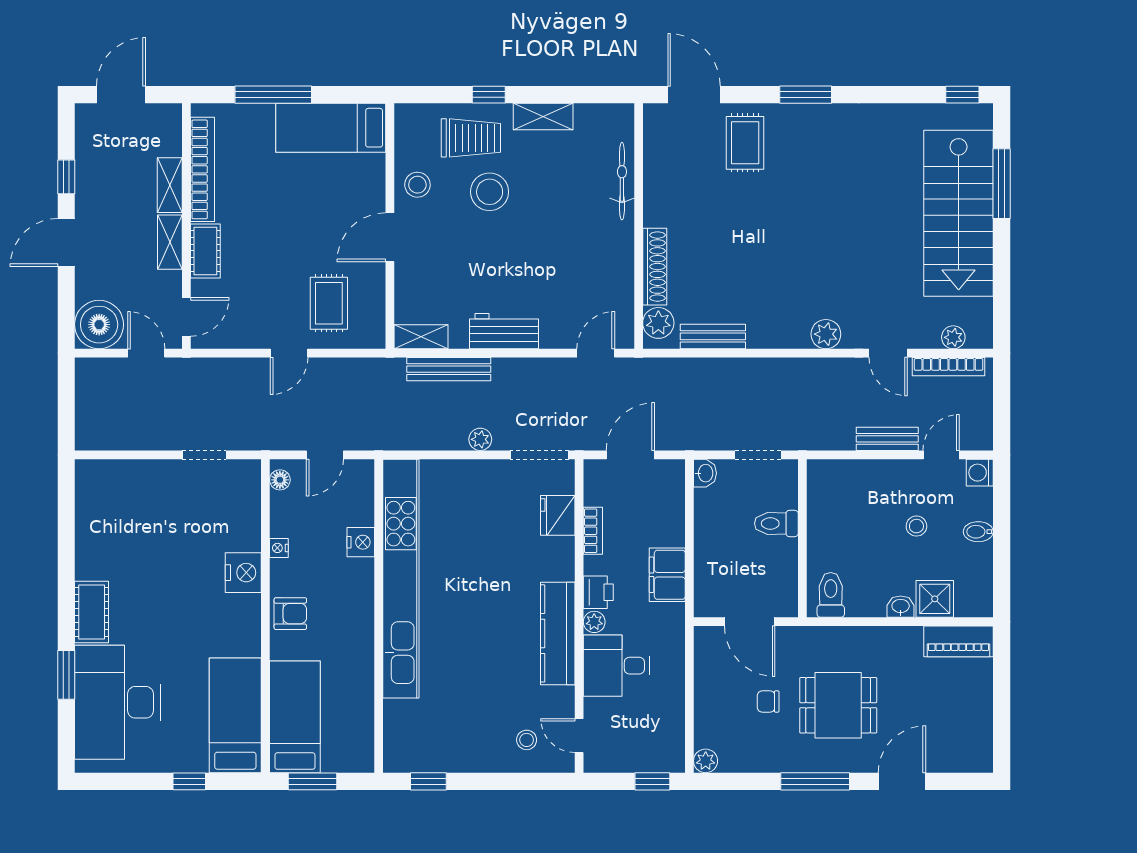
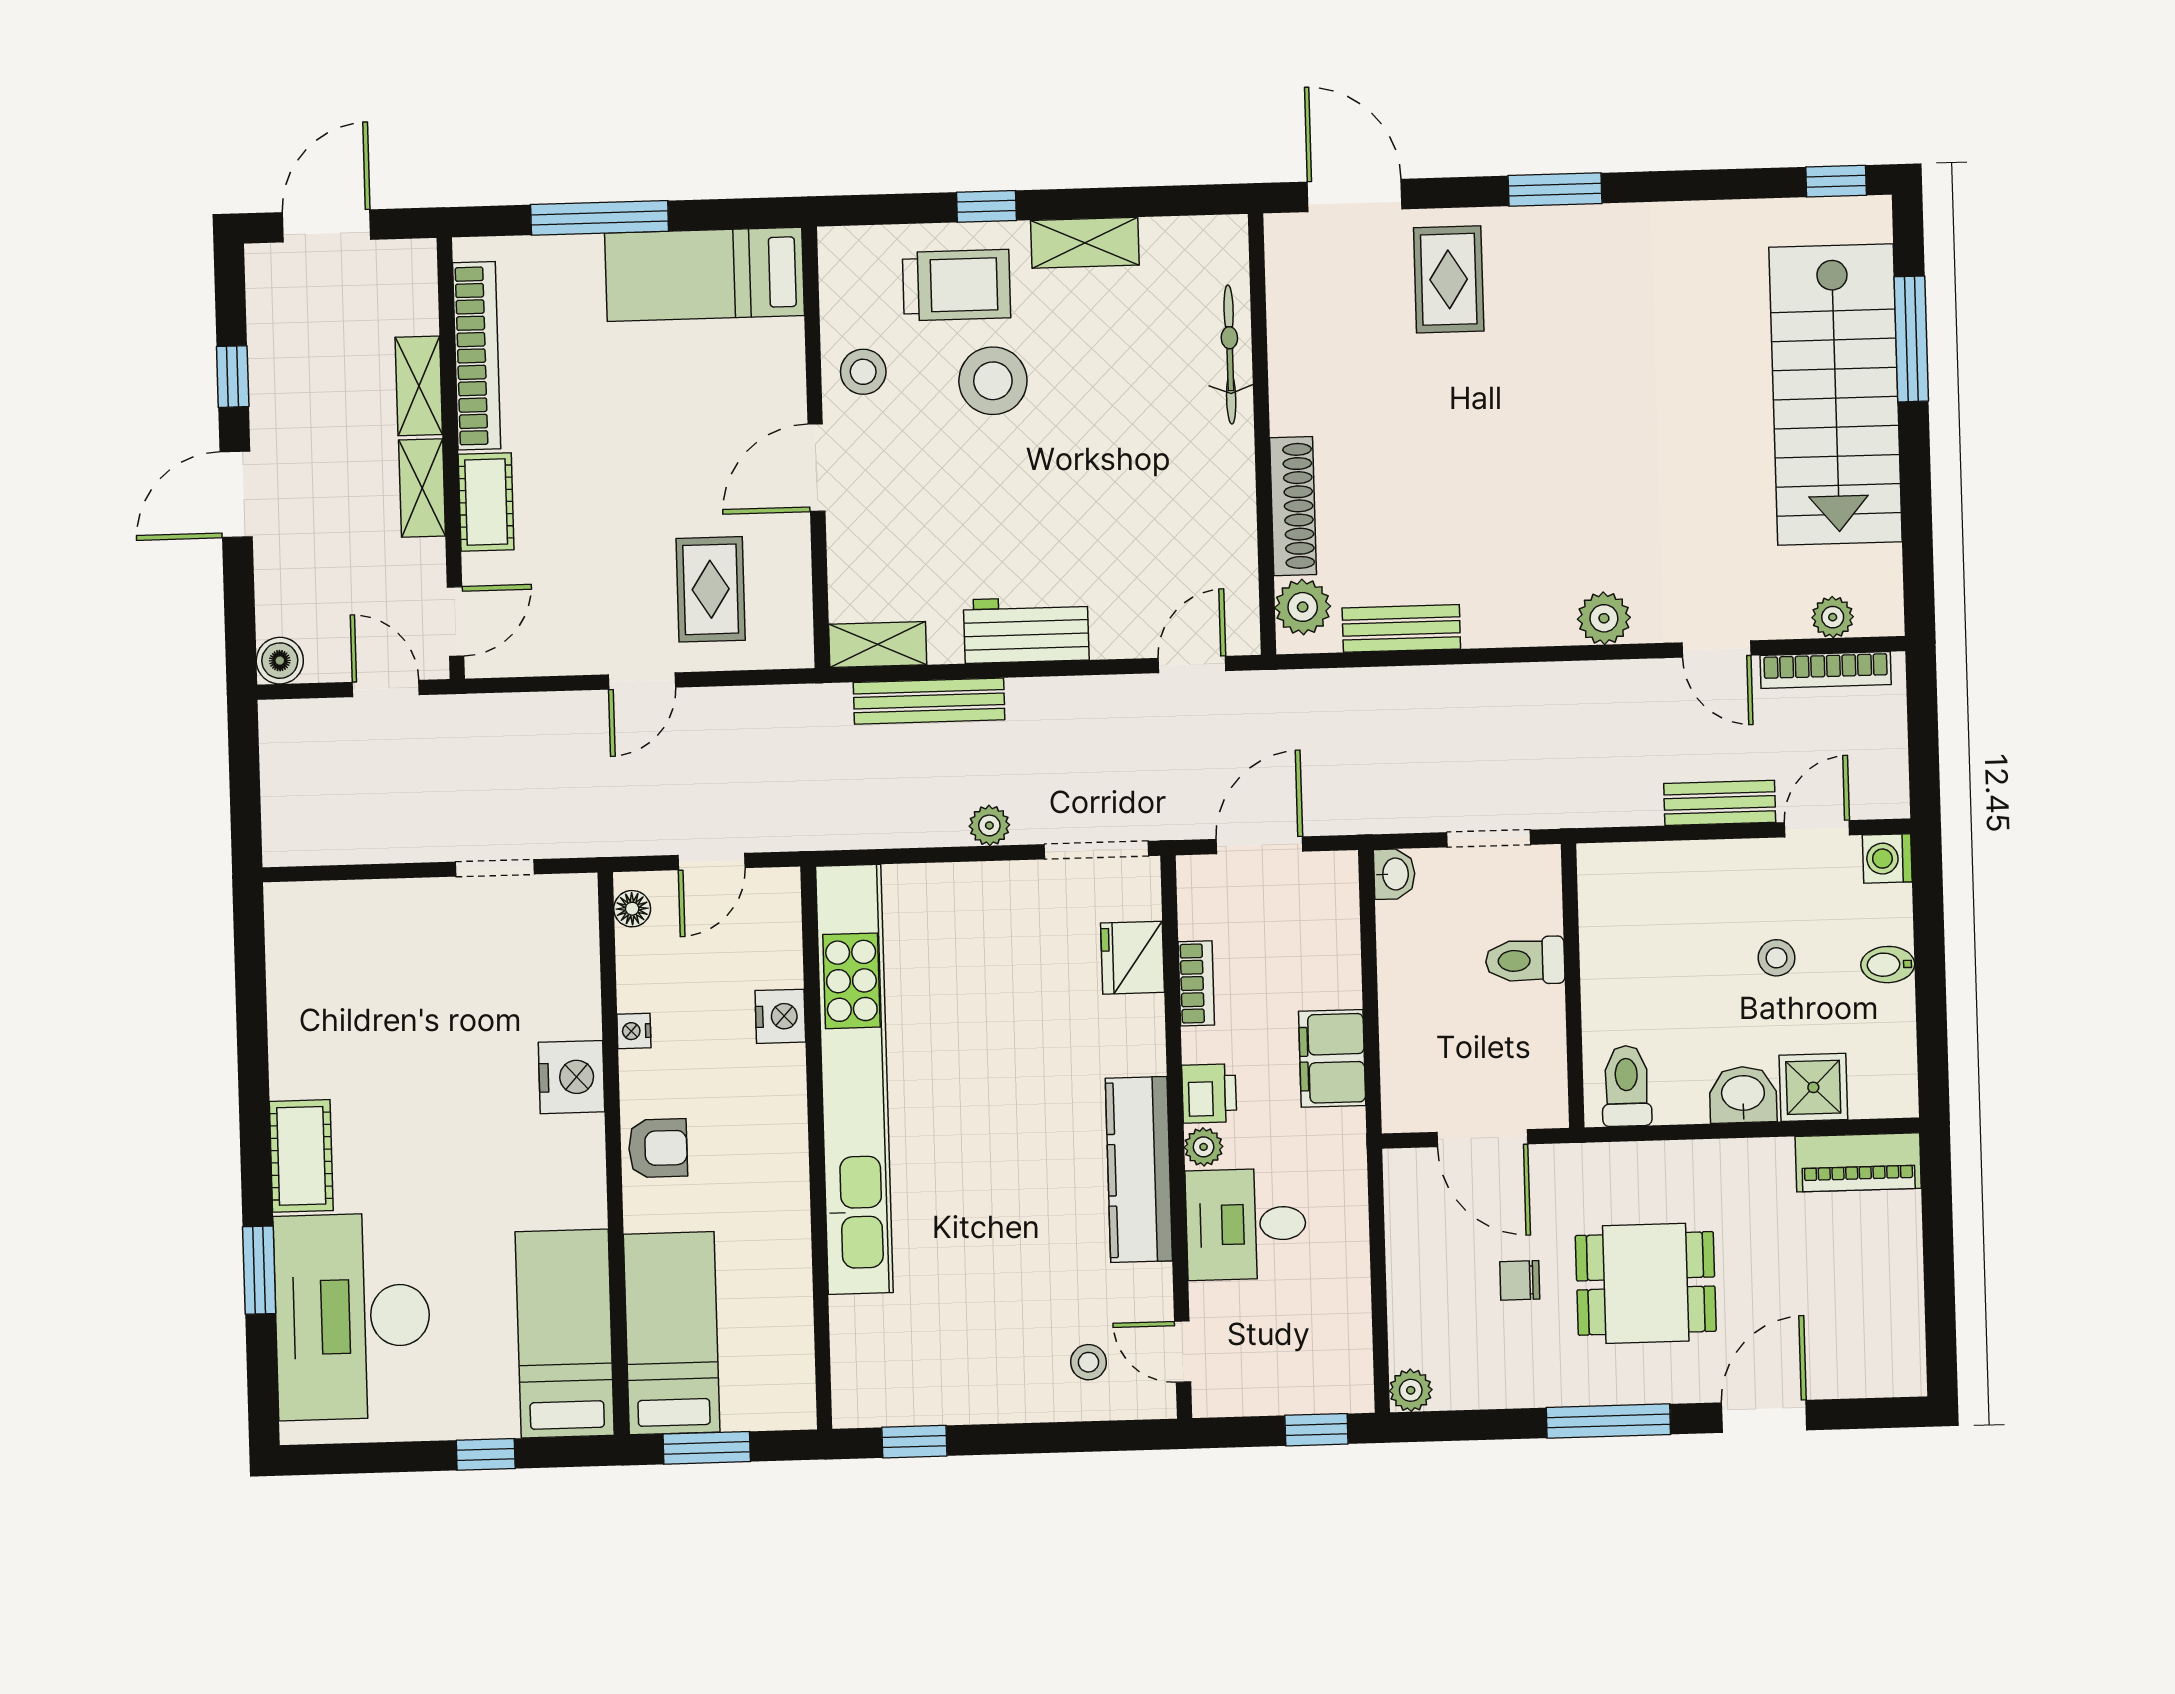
boiler: (99, 325) -> (280, 661), width x0.54, depth x0.54
washbasin: (901, 607) -> (1743, 1095), width x1.38, depth x1.45

